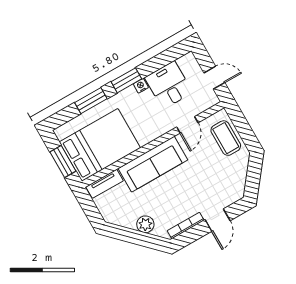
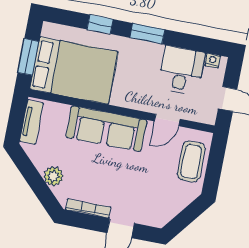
nightstand: (141, 86) -> (213, 61), moved
window: (91, 101) -> (100, 24), width x0.67
tv unit: (105, 184) -> (31, 122), moved, turned -90

